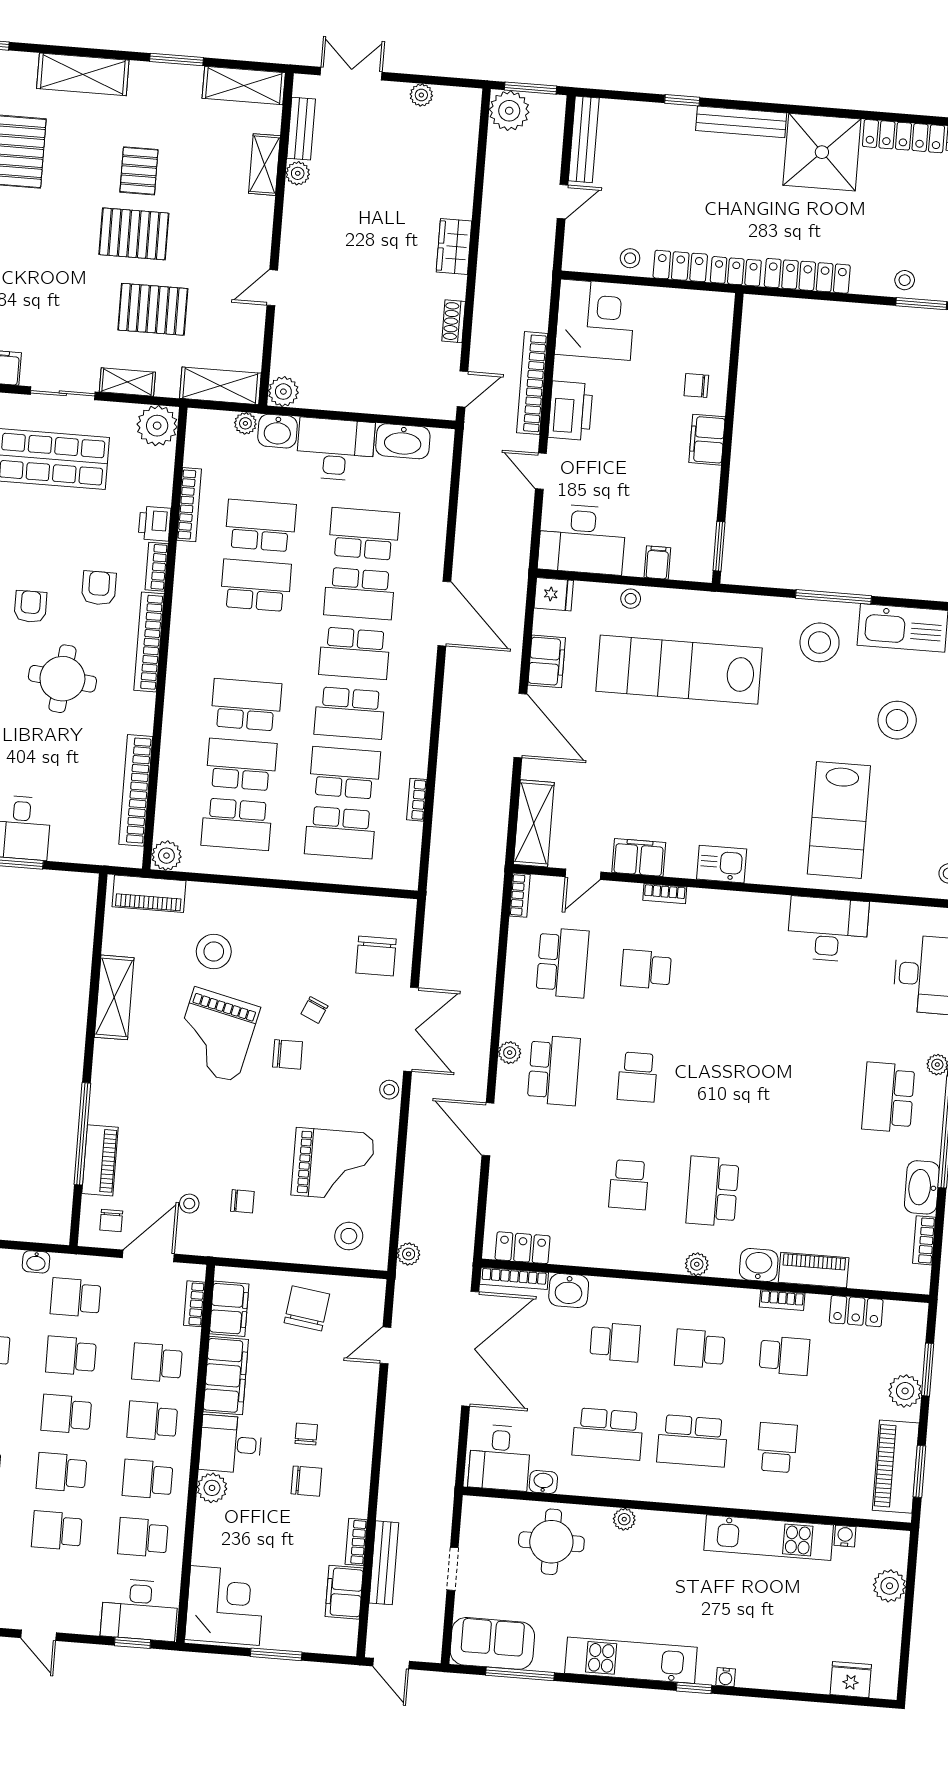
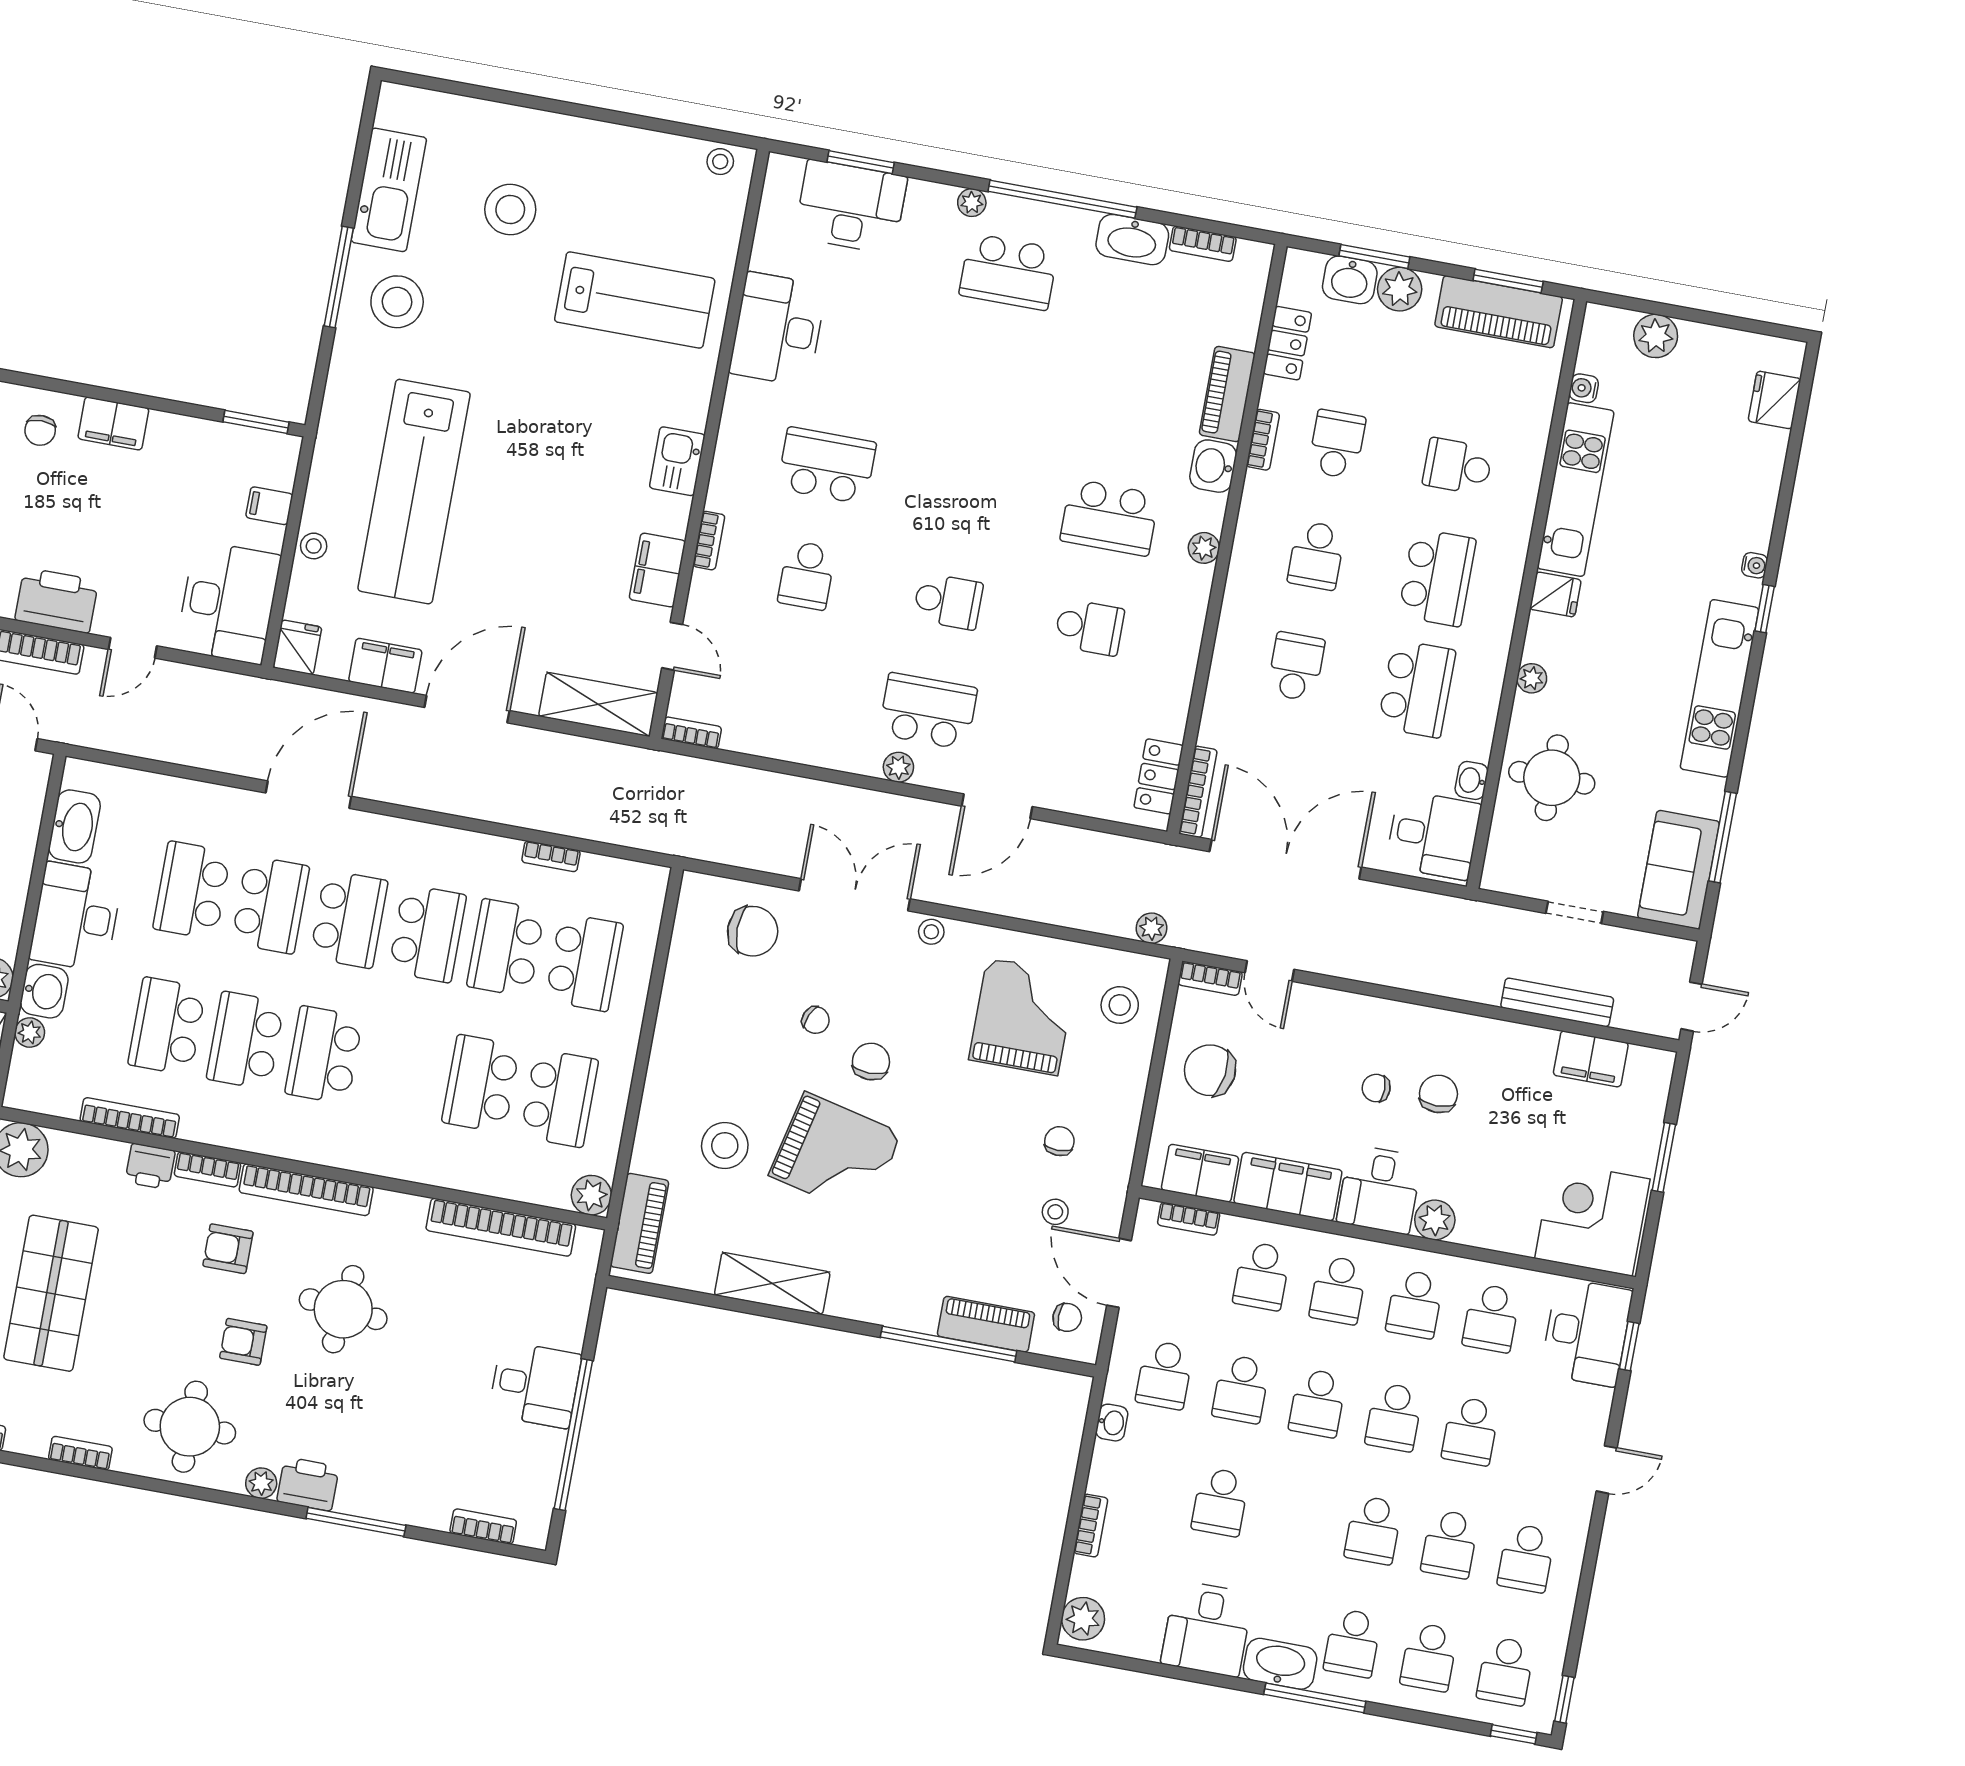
school desk: (246, 705) -> (324, 1055), moved
school desk: (562, 963) -> (827, 466), moved
washbasin: (569, 1291) -> (1350, 280), moved, turned 90
fridge: (689, 1531) -> (1555, 594), added
bookcase: (356, 1542) -> (1210, 978), moved

